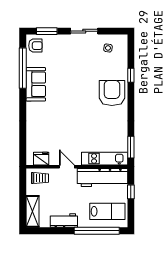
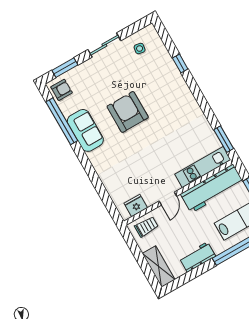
armchair: (112, 93) -> (128, 112), moved
door: (67, 167) -> (168, 199), swing flipped

